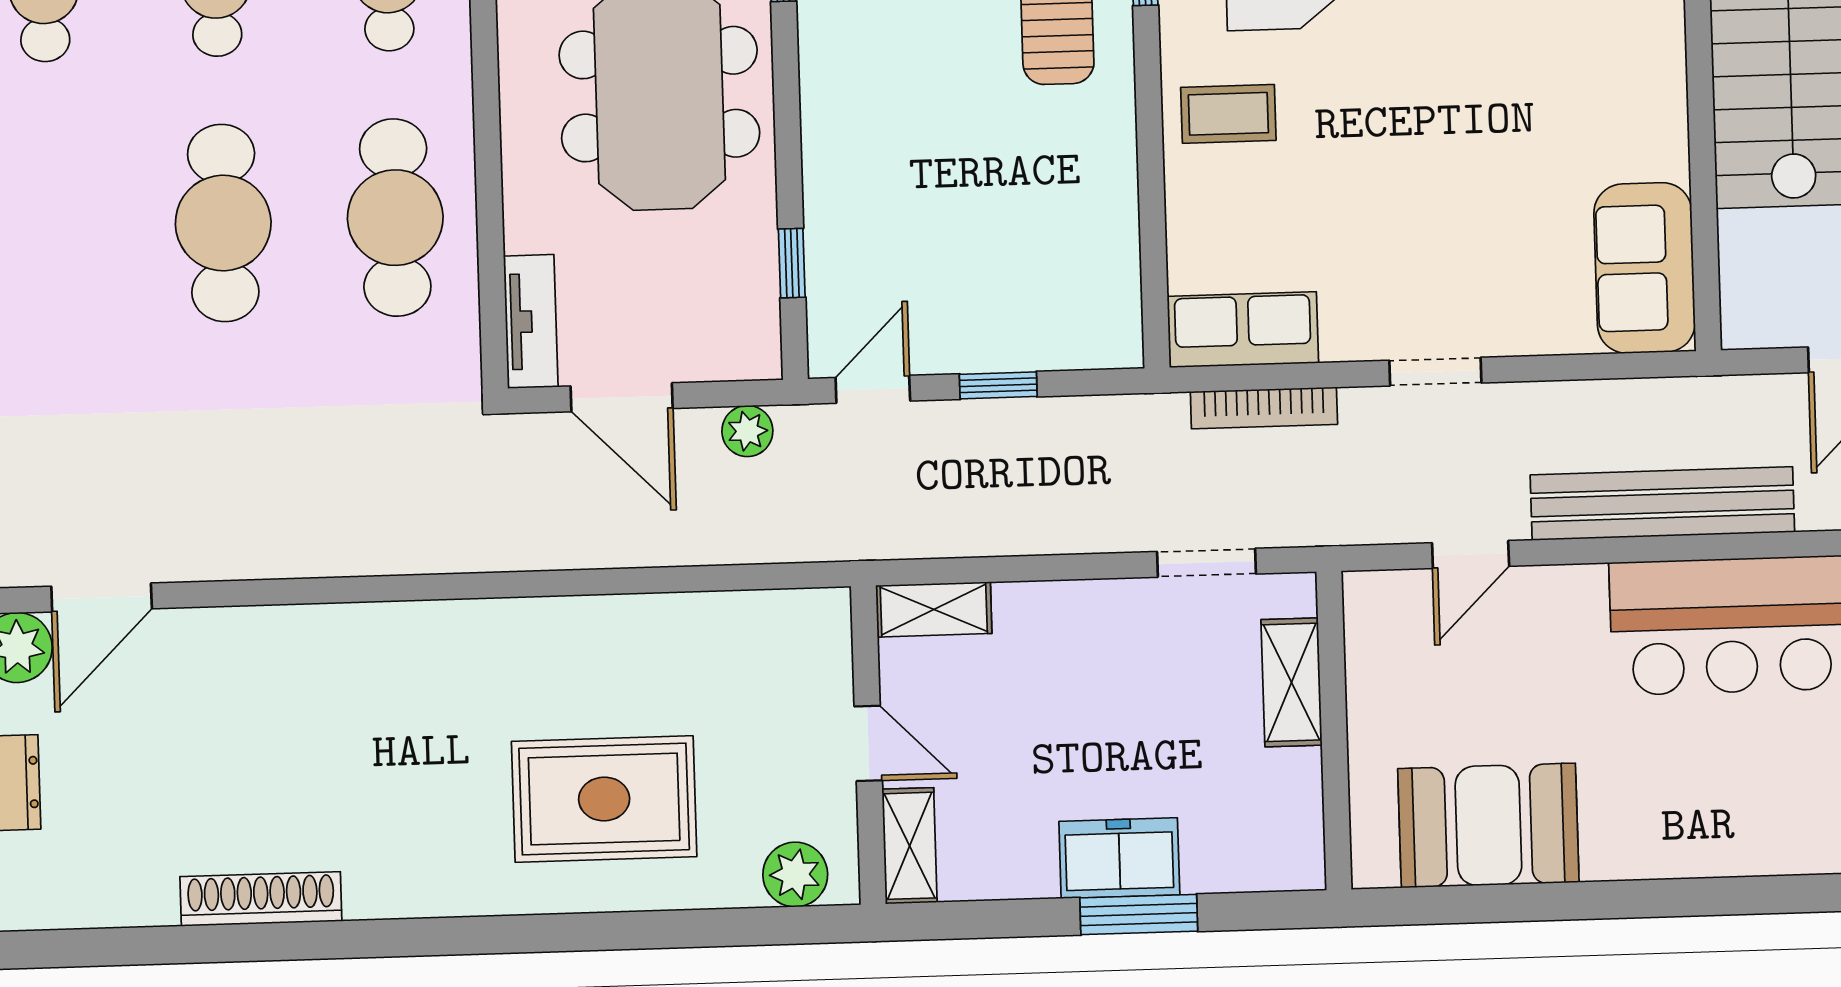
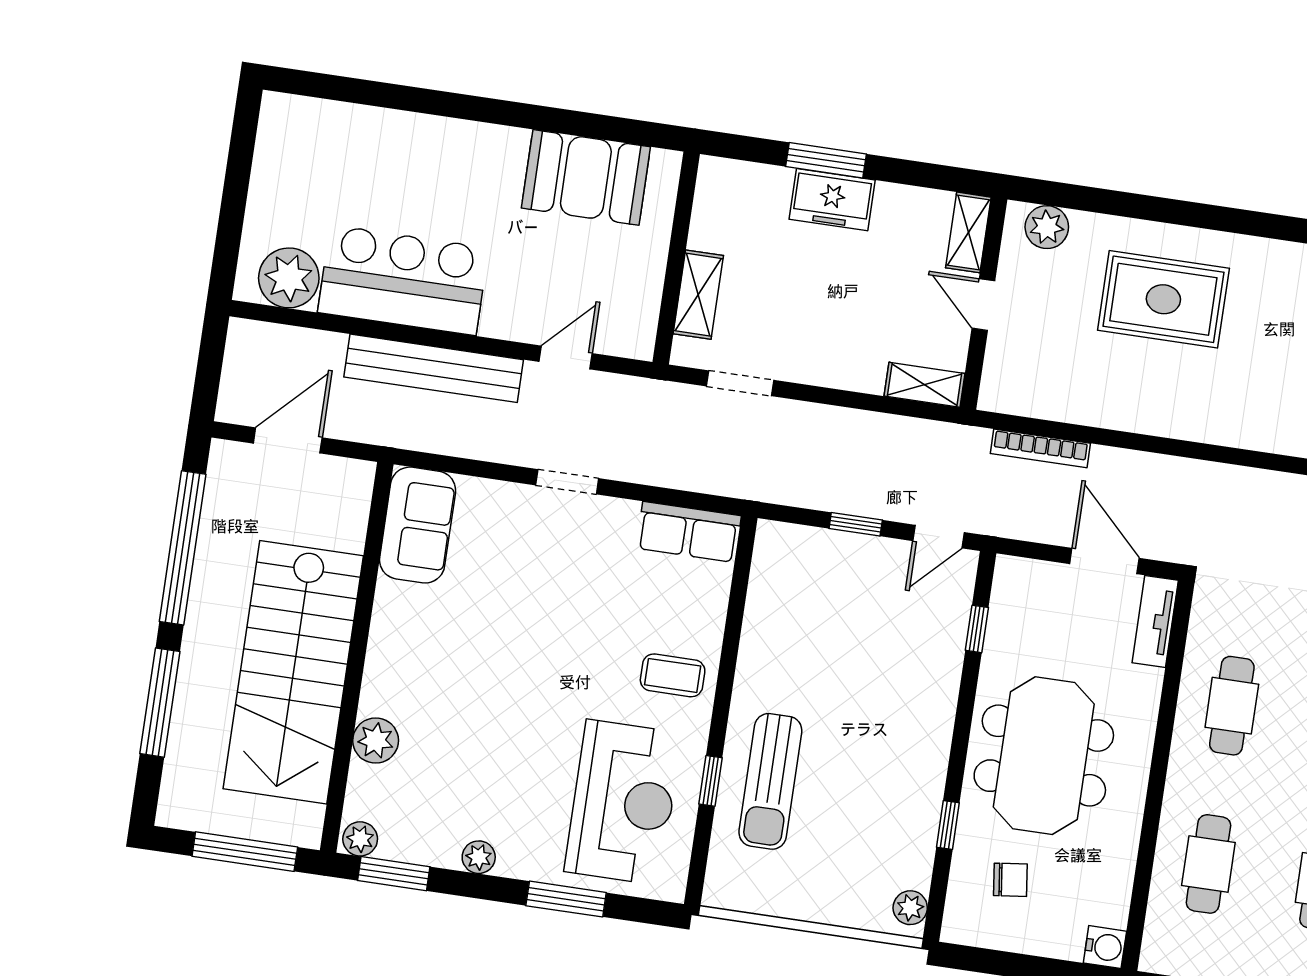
cafe table: (395, 218) -> (1232, 706), width x0.73, depth x0.74
bookcase: (1264, 408) -> (1040, 448), moved, turned 180
plant: (747, 431) -> (1026, 524), removed

